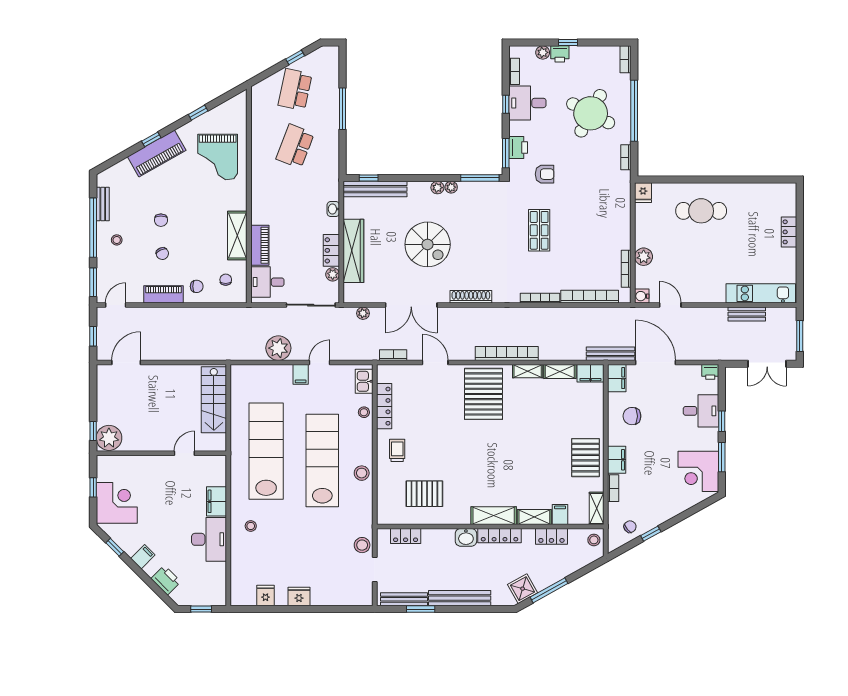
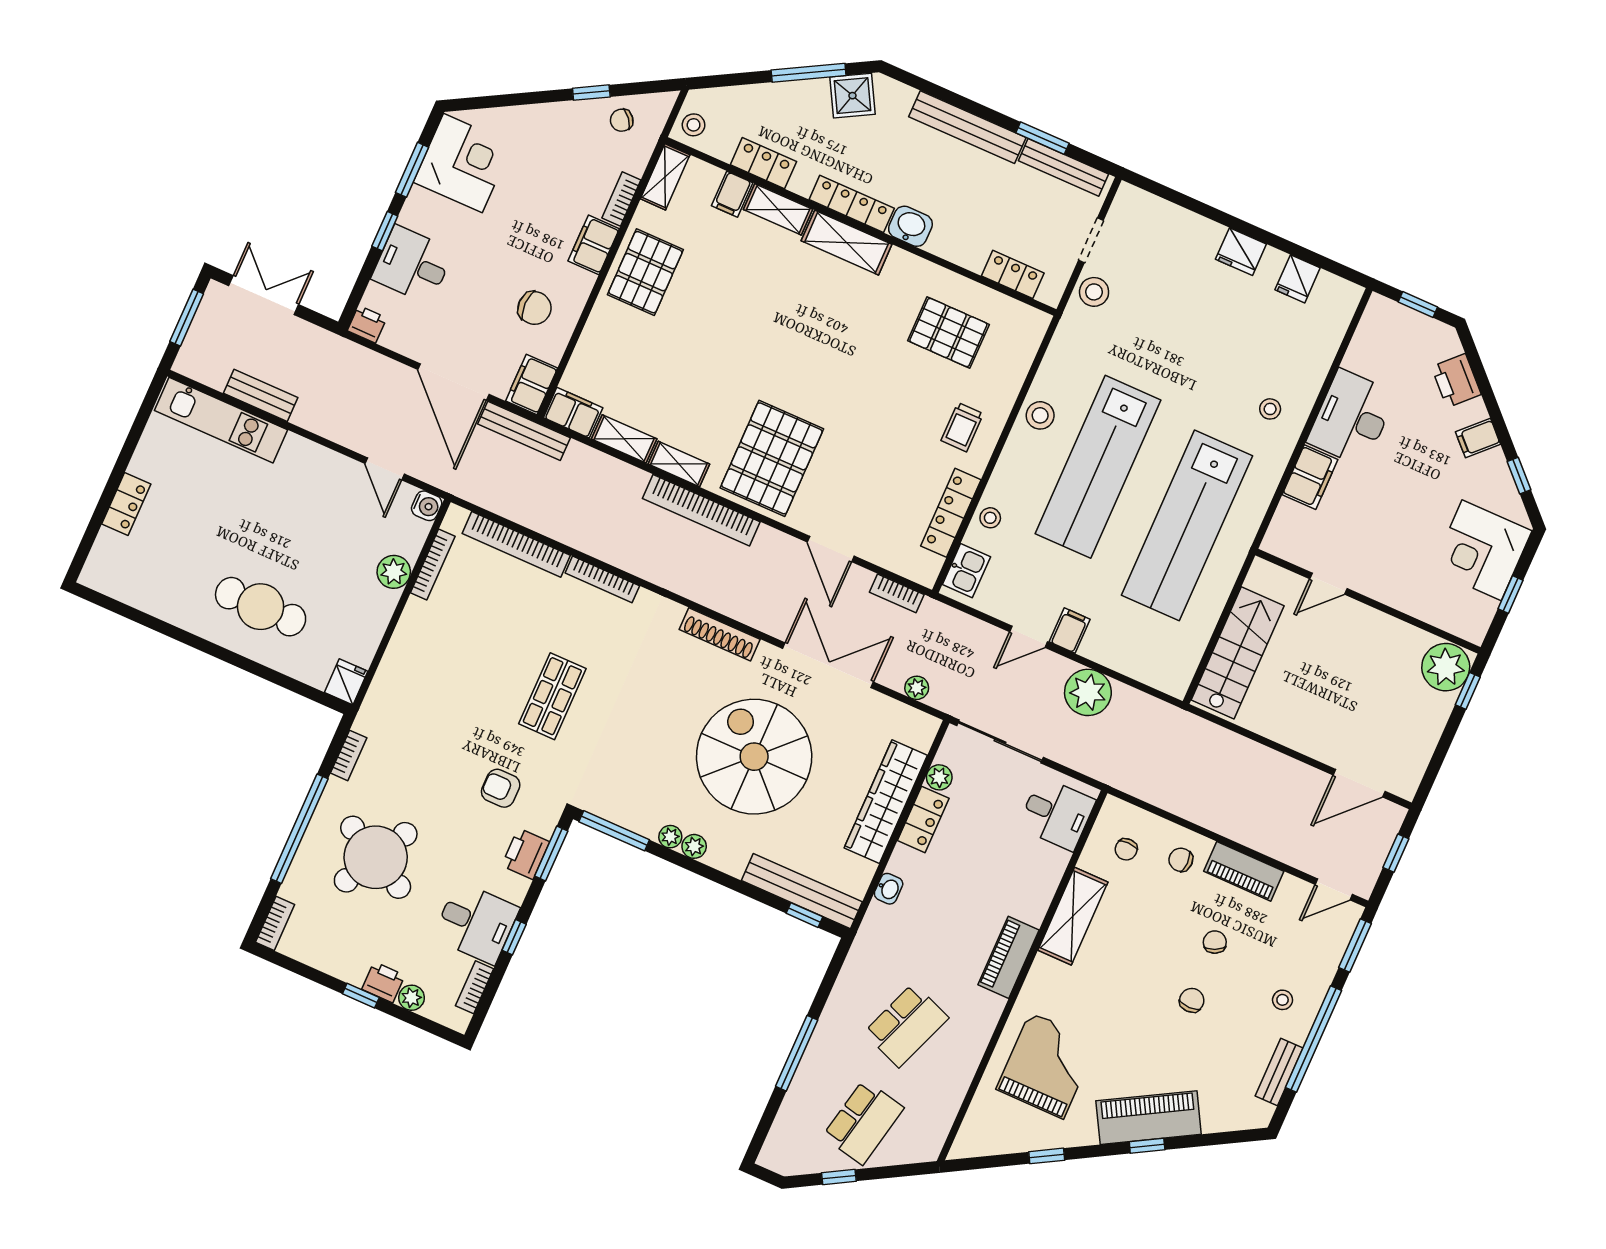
spiral stairs: (428, 244) -> (754, 757), width x1.37, depth x1.37
piano: (260, 245) -> (1008, 957), moved

